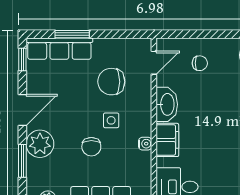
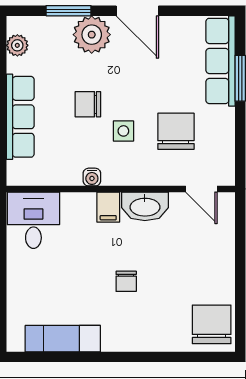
window: (22, 60) -> (206, 11), removed
chair: (200, 63) -> (126, 281), moved
filing cabinet: (167, 140) -> (108, 207), width x0.50

